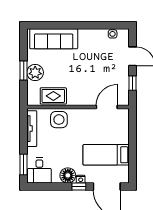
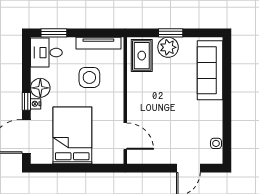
window: (132, 83) -> (155, 168), removed
rug: (53, 96) -> (142, 56), moved
side table: (59, 120) -> (89, 77), moved
bed: (106, 155) -> (72, 135), width x1.50

